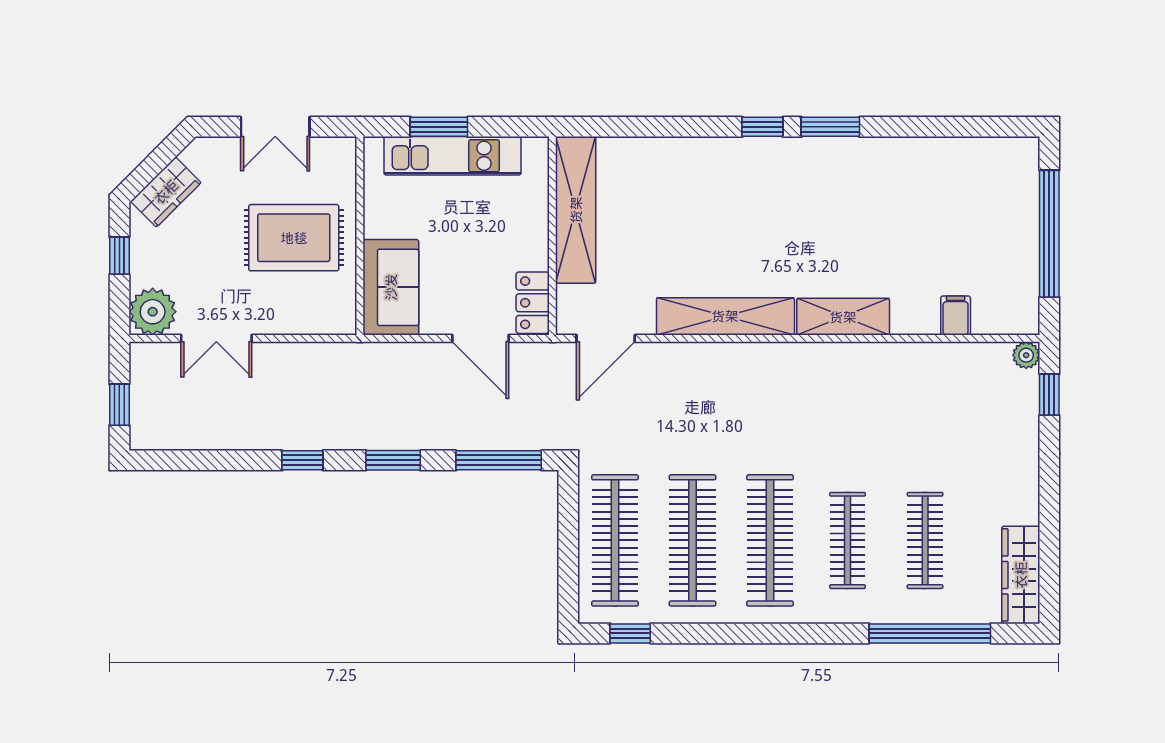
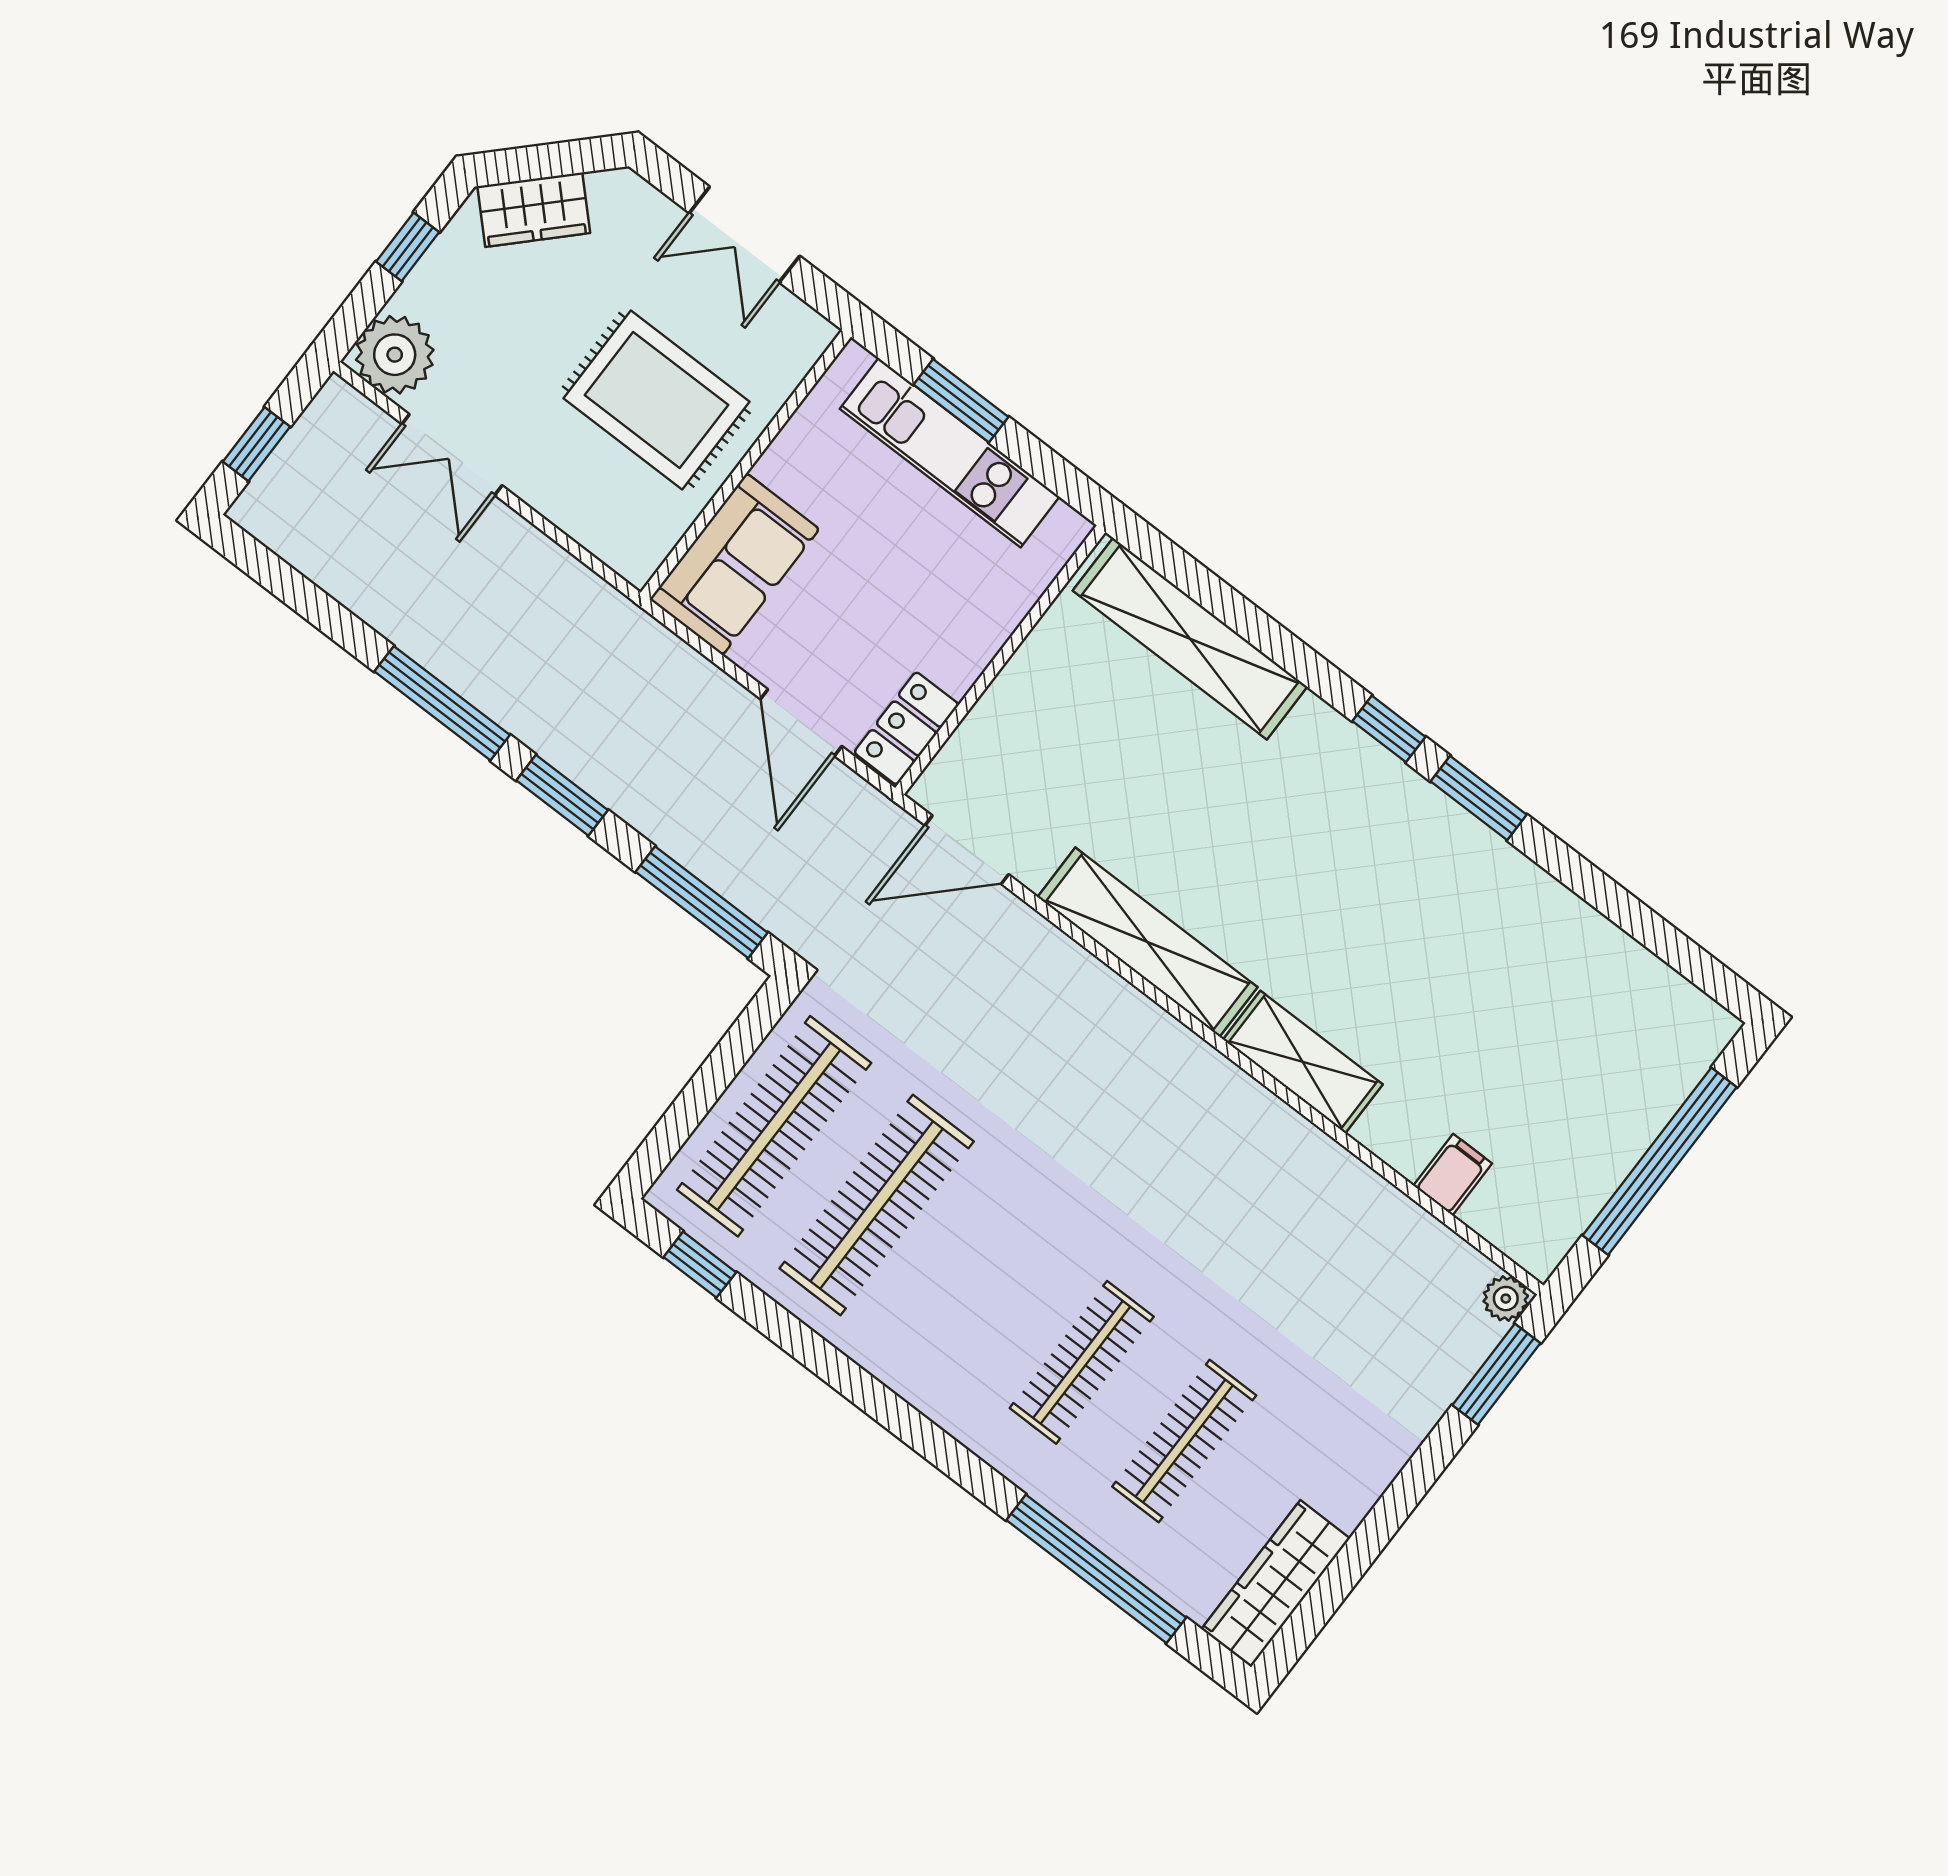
shelving: (576, 210) -> (1190, 639), moved, turned 90
window: (1049, 395) -> (1496, 1374), width x1.50
window: (302, 460) -> (442, 703), width x2.17
clothes rail: (770, 540) -> (979, 1284), removed

